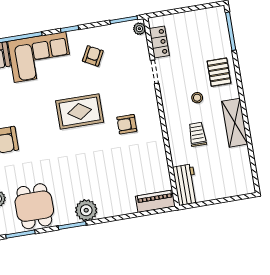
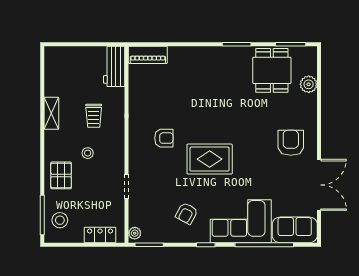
stool: (213, 29) -> (60, 220), added
locker: (159, 42) -> (100, 235), moved, turned 90
shelving: (235, 123) -> (51, 113), width x0.67, depth x0.75
plant: (86, 210) -> (220, 57), removed

